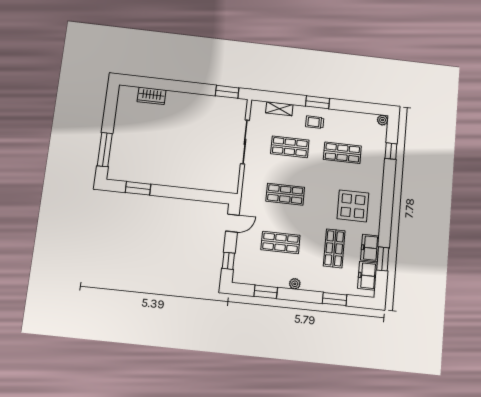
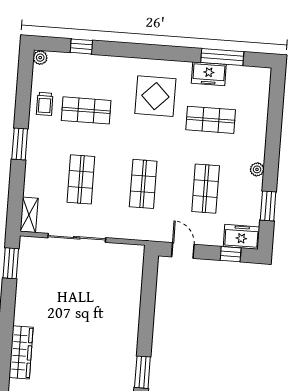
wardrobe: (152, 96) -> (21, 352), width x1.50
shelving: (279, 109) -> (29, 215), moved
trolley: (315, 122) -> (45, 104), moved
shop shelf: (342, 153) -> (86, 110), turned 90
window: (383, 259) -> (222, 57), width x1.44
freezer: (367, 276) -> (241, 237), moved, turned 180
window: (335, 299) -> (275, 119), removed

